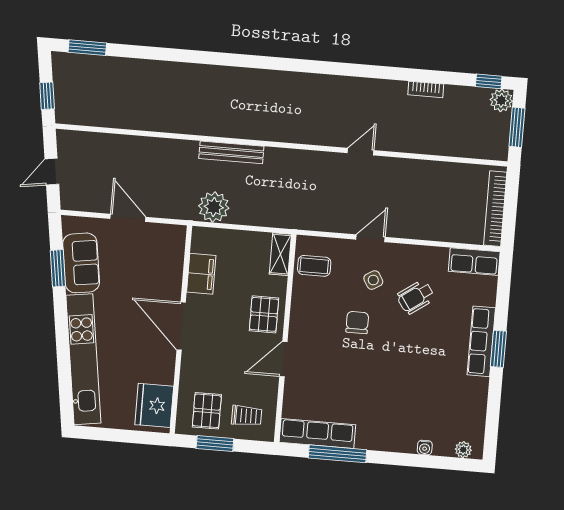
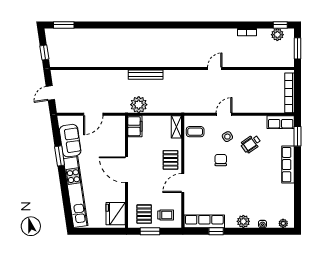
plant: (501, 100) -> (277, 35), moved
door: (128, 218) -> (93, 114), swing flipped
window: (58, 268) -> (60, 156), moved
filing cabinet: (201, 274) -> (135, 126), moved
window: (498, 349) -> (298, 136), moved
plant: (390, 440) -> (243, 221), added
window: (337, 454) -> (216, 231), width x0.46

